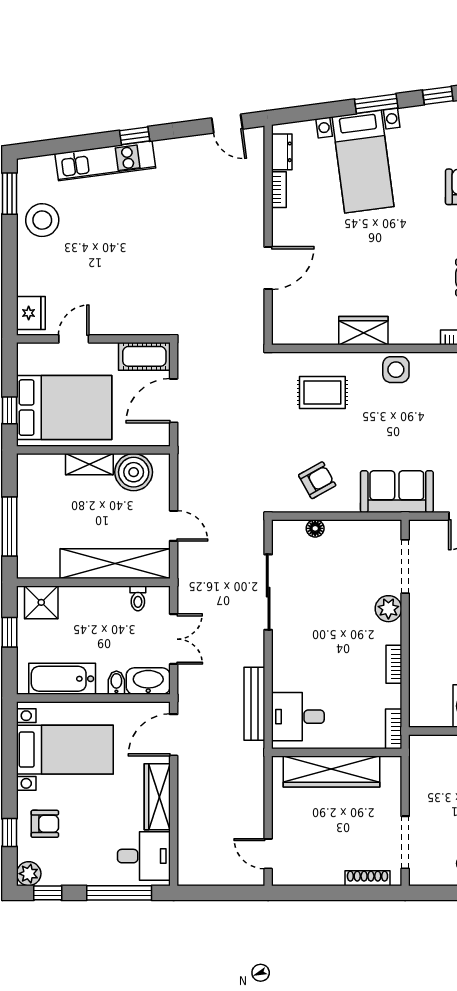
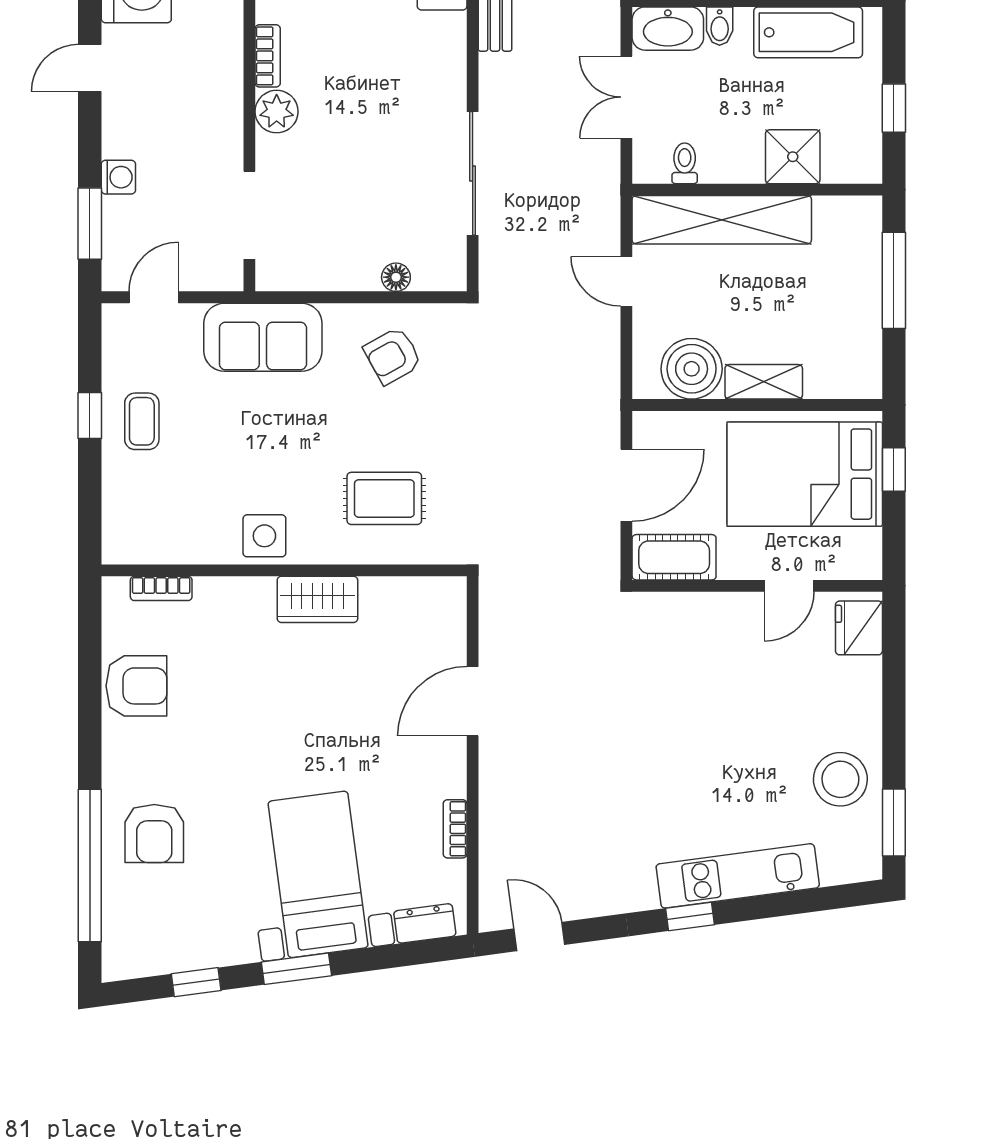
dresser: (282, 152) -> (425, 923), moved, turned 82
shower: (41, 602) -> (793, 157), moved
plant: (388, 609) -> (277, 112), moved

